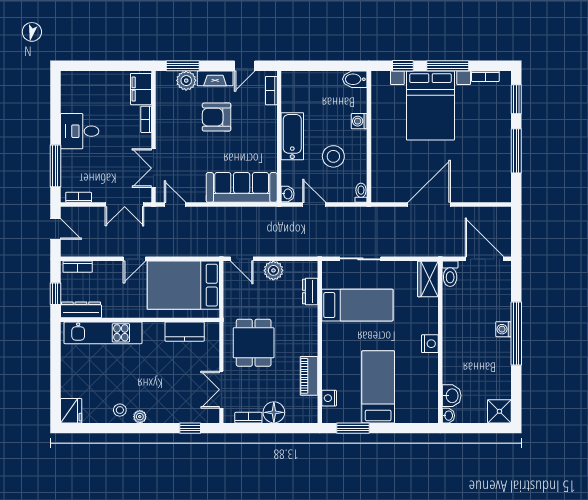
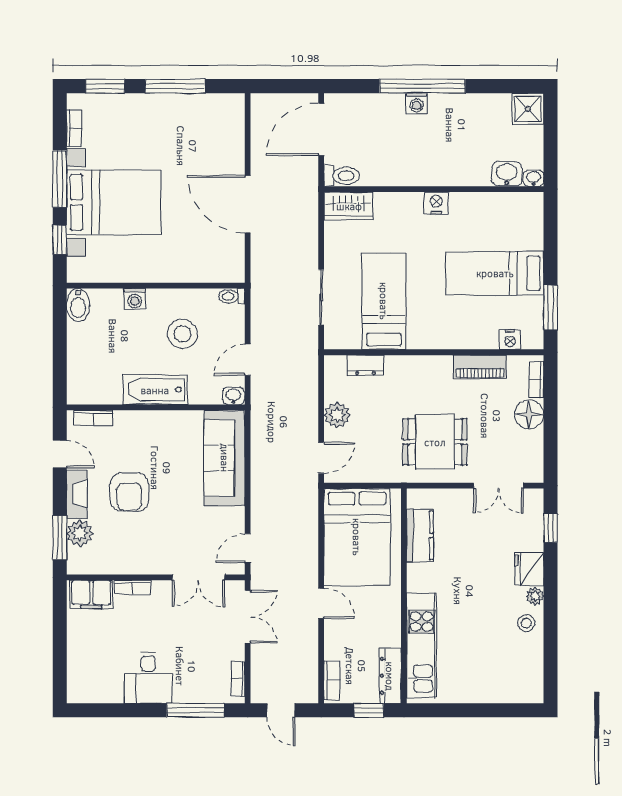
door: (55, 229) -> (281, 710), swing flipped
fridge: (71, 411) -> (529, 569), moved, turned -90
bookcase: (248, 418) -> (536, 380), moved

